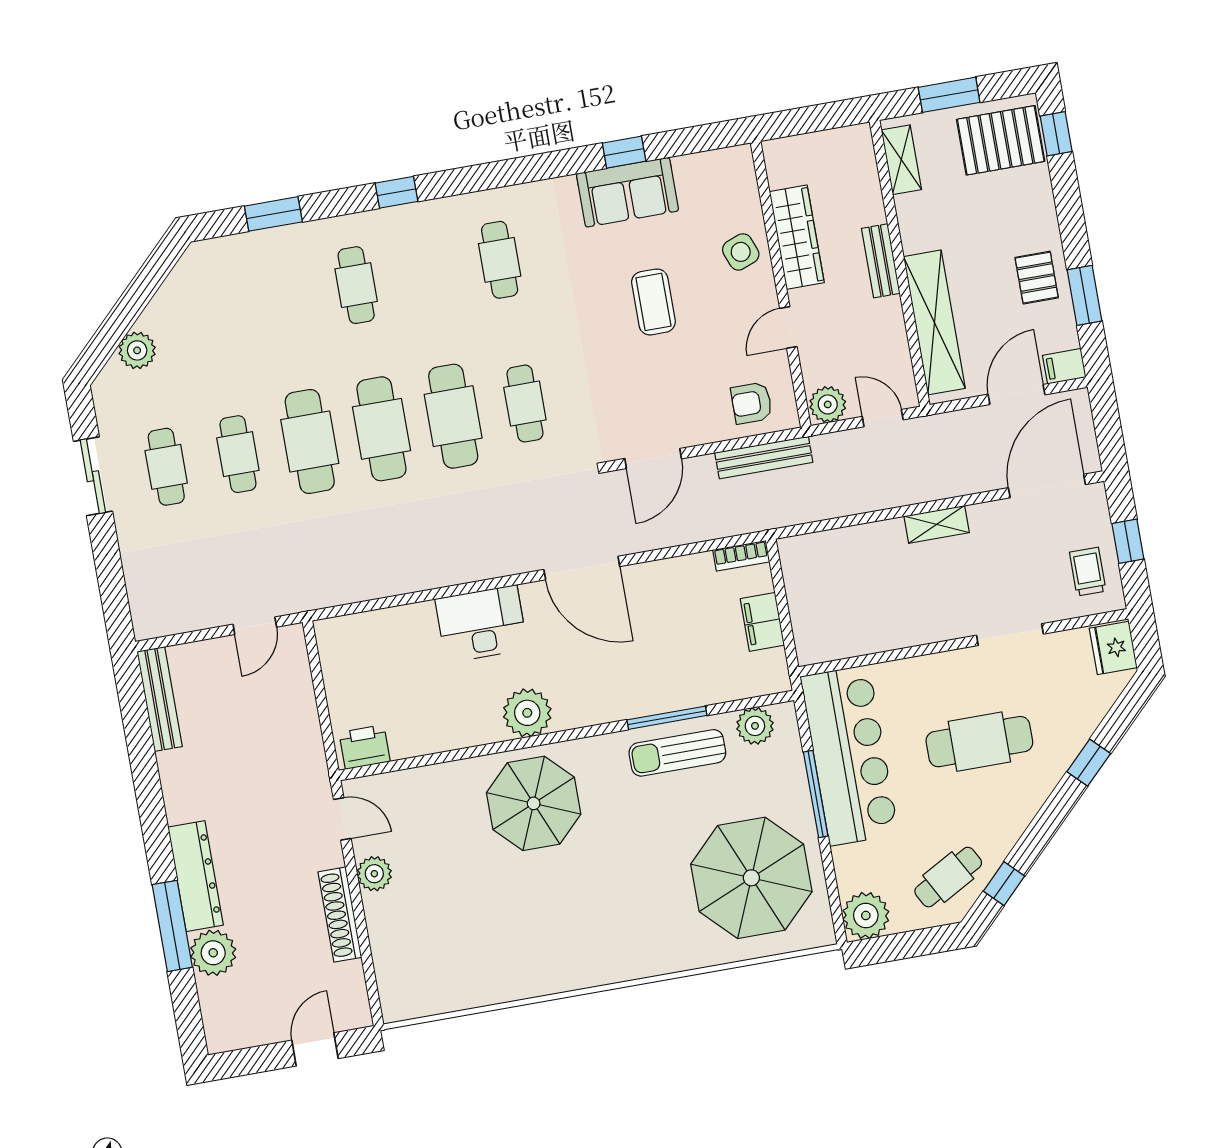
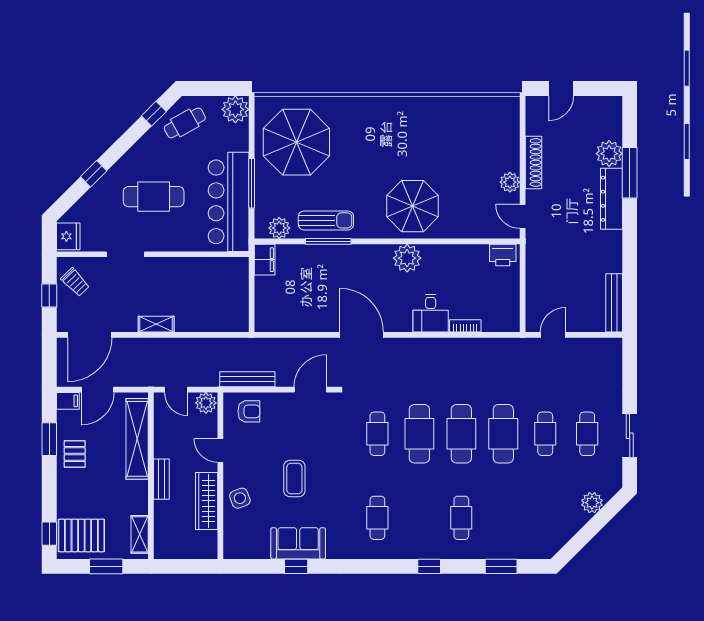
door: (788, 327) -> (220, 451), swing flipped
bookcase: (741, 556) -> (465, 326), moved
trolley: (1088, 572) -> (75, 282), turned -44
filing cabinet: (762, 622) -> (265, 260), moved
desk: (481, 624) -> (431, 313), width x0.73

